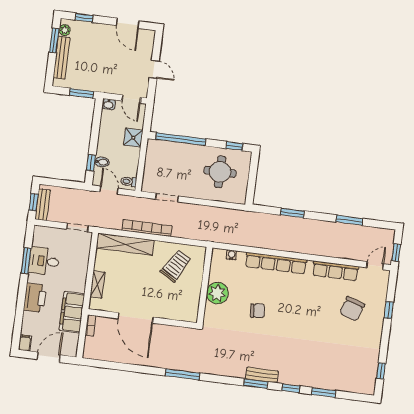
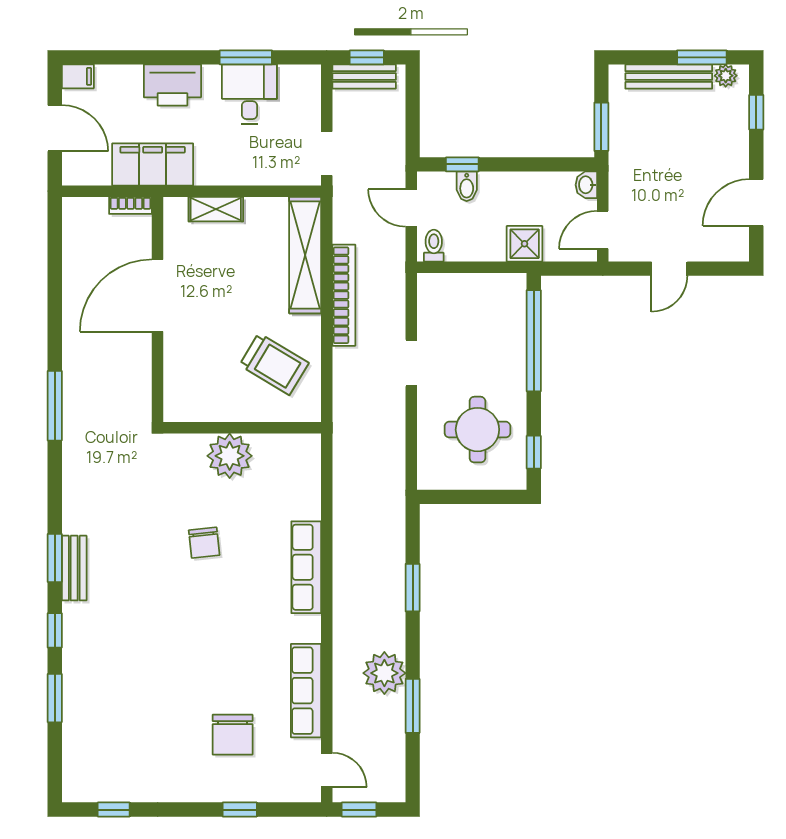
door: (109, 190) -> (411, 208), swing flipped
doorway: (167, 198) -> (411, 363), moved
plant: (332, 232) -> (384, 673), added
water cooler: (232, 255) -> (311, 475), removed
row of seats: (276, 263) -> (306, 567), width x0.73
chair: (352, 309) -> (233, 735), turned -108

